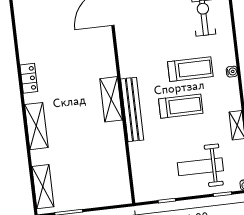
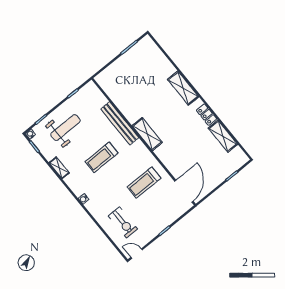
treadmill: (190, 69) -> (144, 183), moved
bench: (132, 109) -> (120, 123), moved
shelving: (43, 187) -> (223, 136), moved

